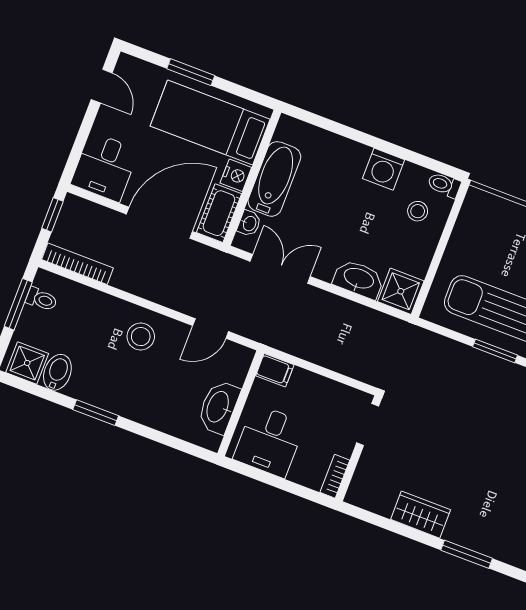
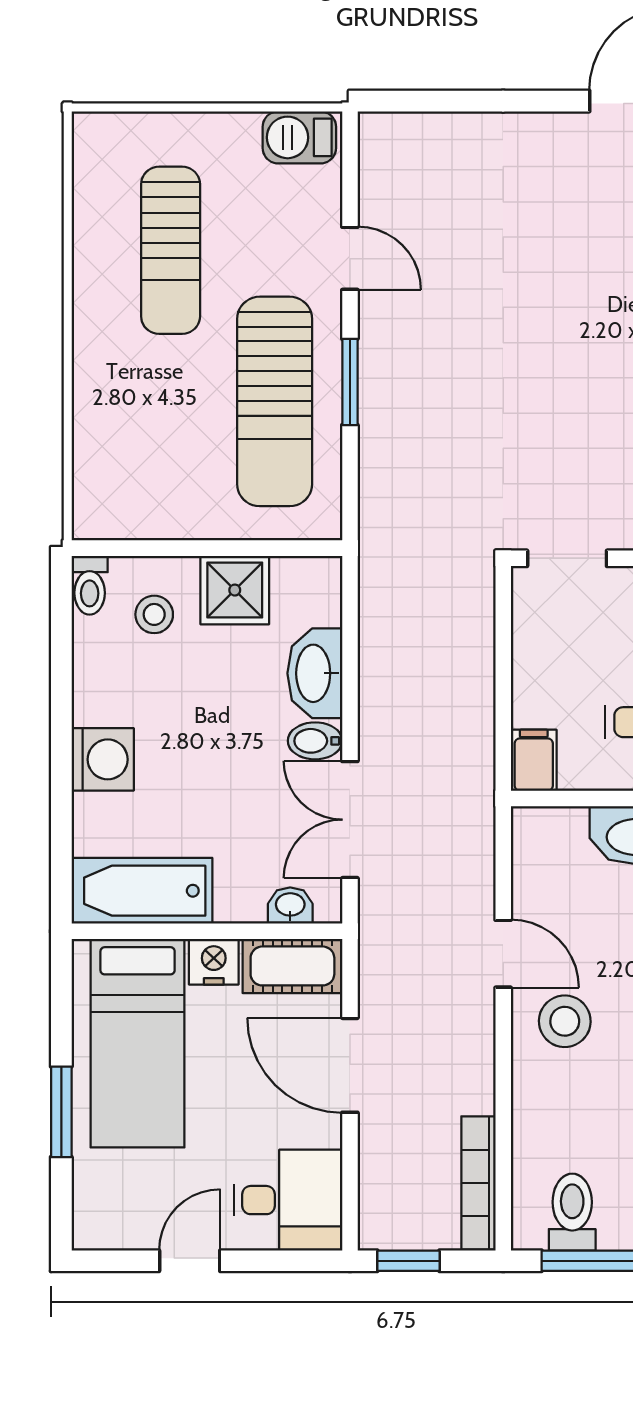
door: (102, 86) -> (190, 1261), moved
washing machine: (384, 169) -> (103, 759), moved
bathtub: (274, 179) -> (143, 891), moved
door: (159, 223) -> (350, 1065), width x0.73
bidet: (325, 266) -> (315, 741), added
shower: (401, 291) -> (235, 590), moved
toilet: (42, 299) -> (572, 1212), width x1.37, depth x1.39
door: (211, 329) -> (503, 954), moved

